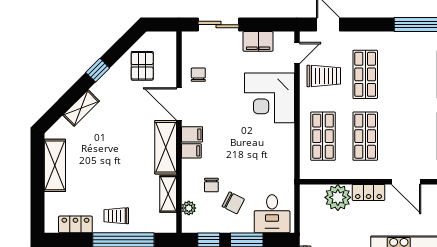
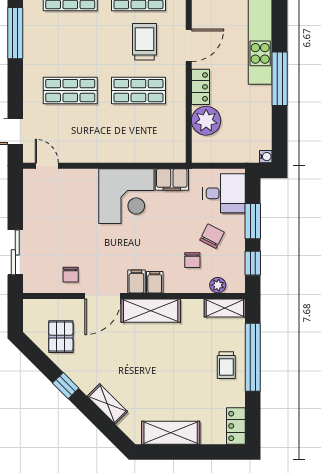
filing cabinet: (258, 41) -> (172, 179), moved, turned 90
pallet: (142, 66) -> (61, 337), turned 90
chair: (198, 75) -> (71, 275), turned -90
trolley: (324, 76) -> (144, 42), moved
corner desk: (270, 98) -> (126, 196), moved
shop shelf: (323, 136) -> (138, 137), removed
chair: (211, 185) -> (192, 260), turned 90
shelving: (168, 194) -> (225, 308), moved
locker: (75, 224) -> (236, 426), moved

